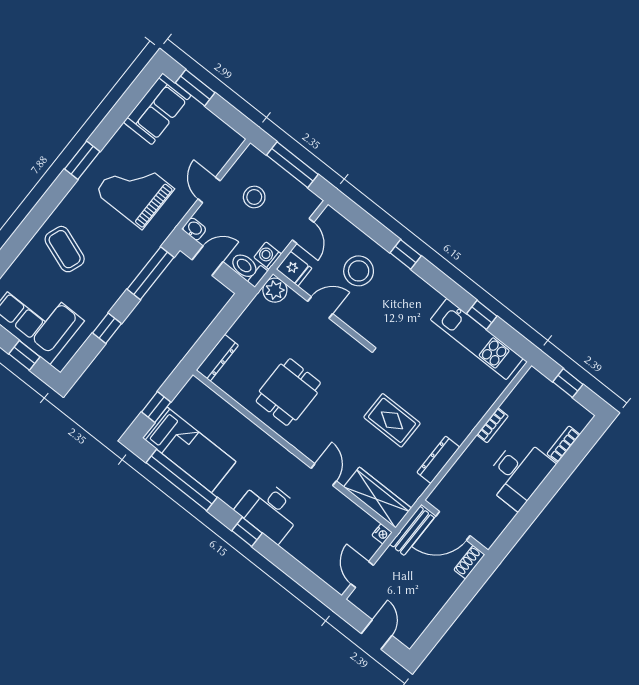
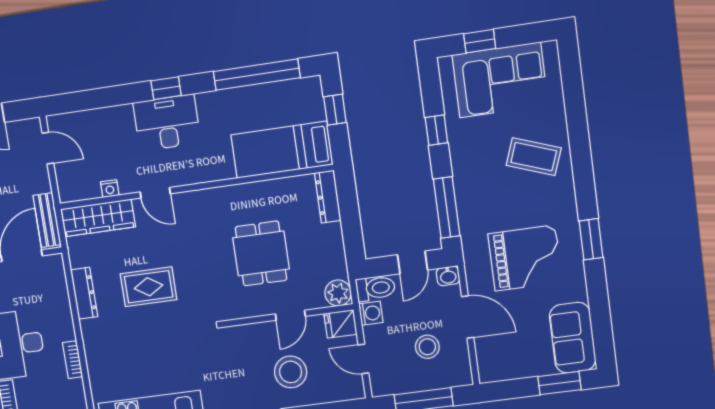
door: (209, 190) -> (468, 317), width x1.38
dining table: (288, 392) -> (261, 253), moved
bed: (189, 450) -> (282, 150), moved
nightstand: (382, 534) -> (110, 189), moved, turned -90

